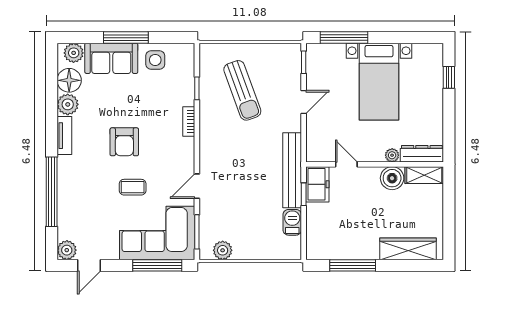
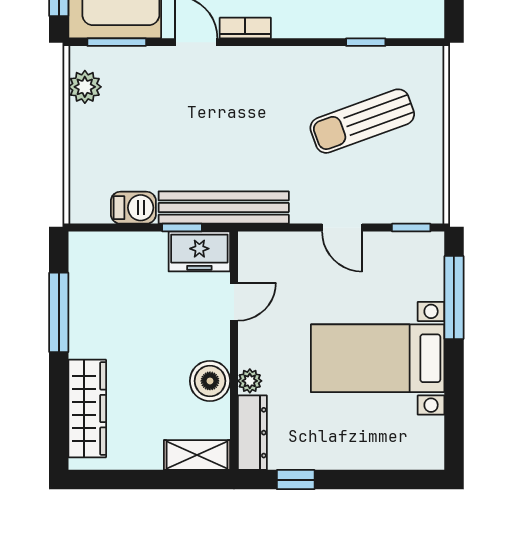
window: (449, 77) -> (296, 480), moved
bookcase: (189, 122) -> (245, 28), moved
shelving: (424, 175) -> (197, 455), moved, turned 90

